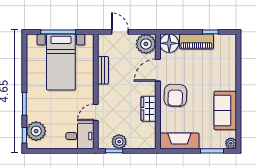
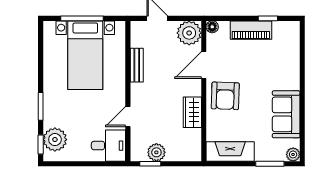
floor lamp: (169, 43) -> (212, 27), width x0.53, depth x0.53

